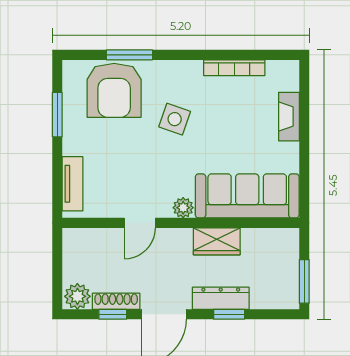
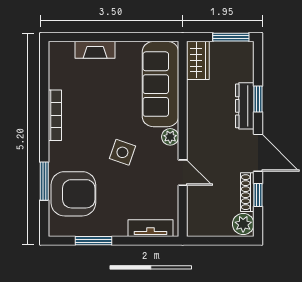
bookcase: (234, 68) -> (55, 115), moved
side table: (175, 119) -> (122, 152), moved
wardrobe: (217, 241) -> (198, 60), moved

